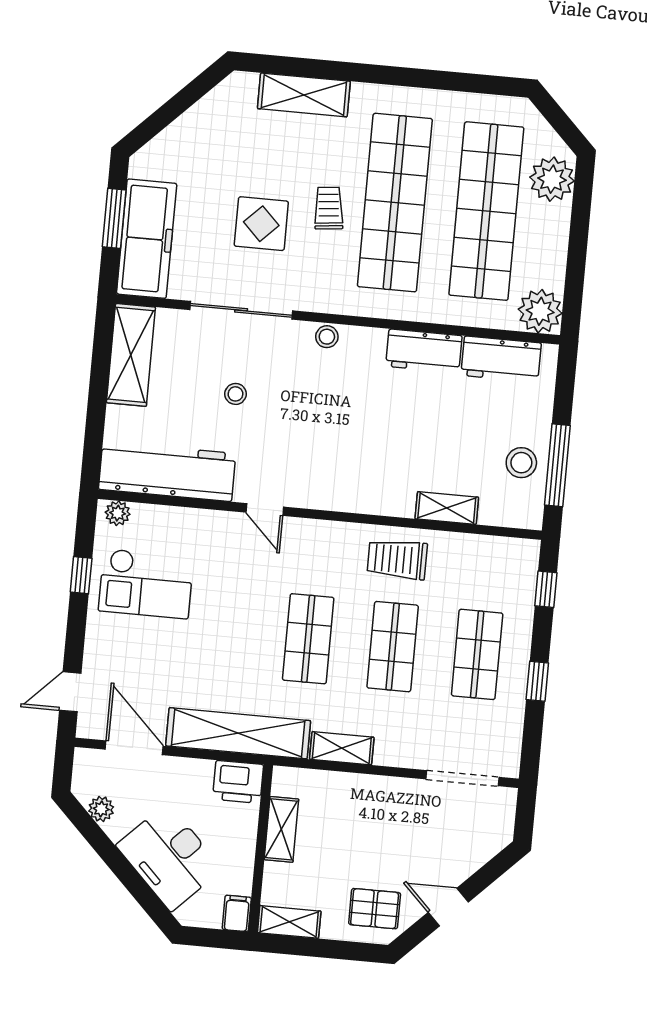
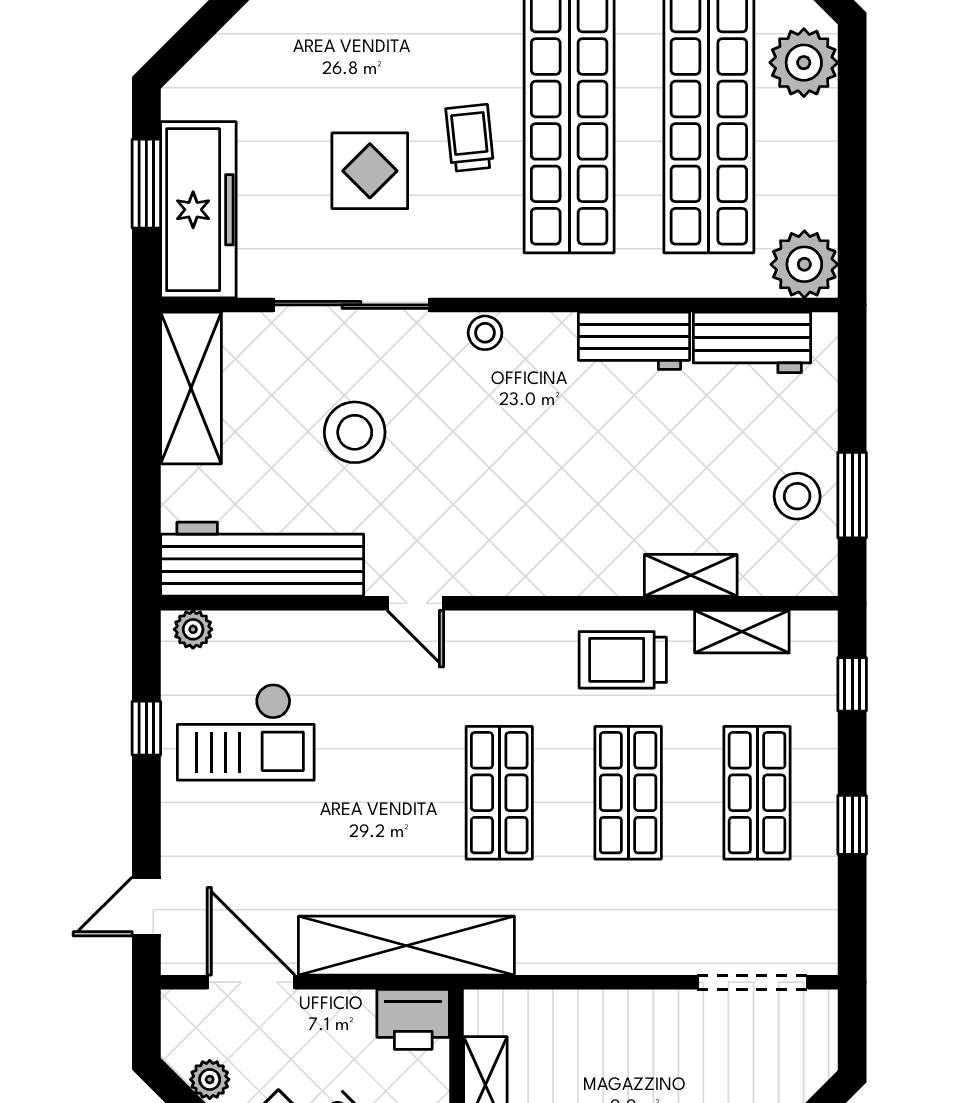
stool: (235, 394) -> (355, 432), width x1.89, depth x1.89
window: (557, 465) -> (852, 495), width x0.69
shelving: (342, 748) -> (742, 632), moved

